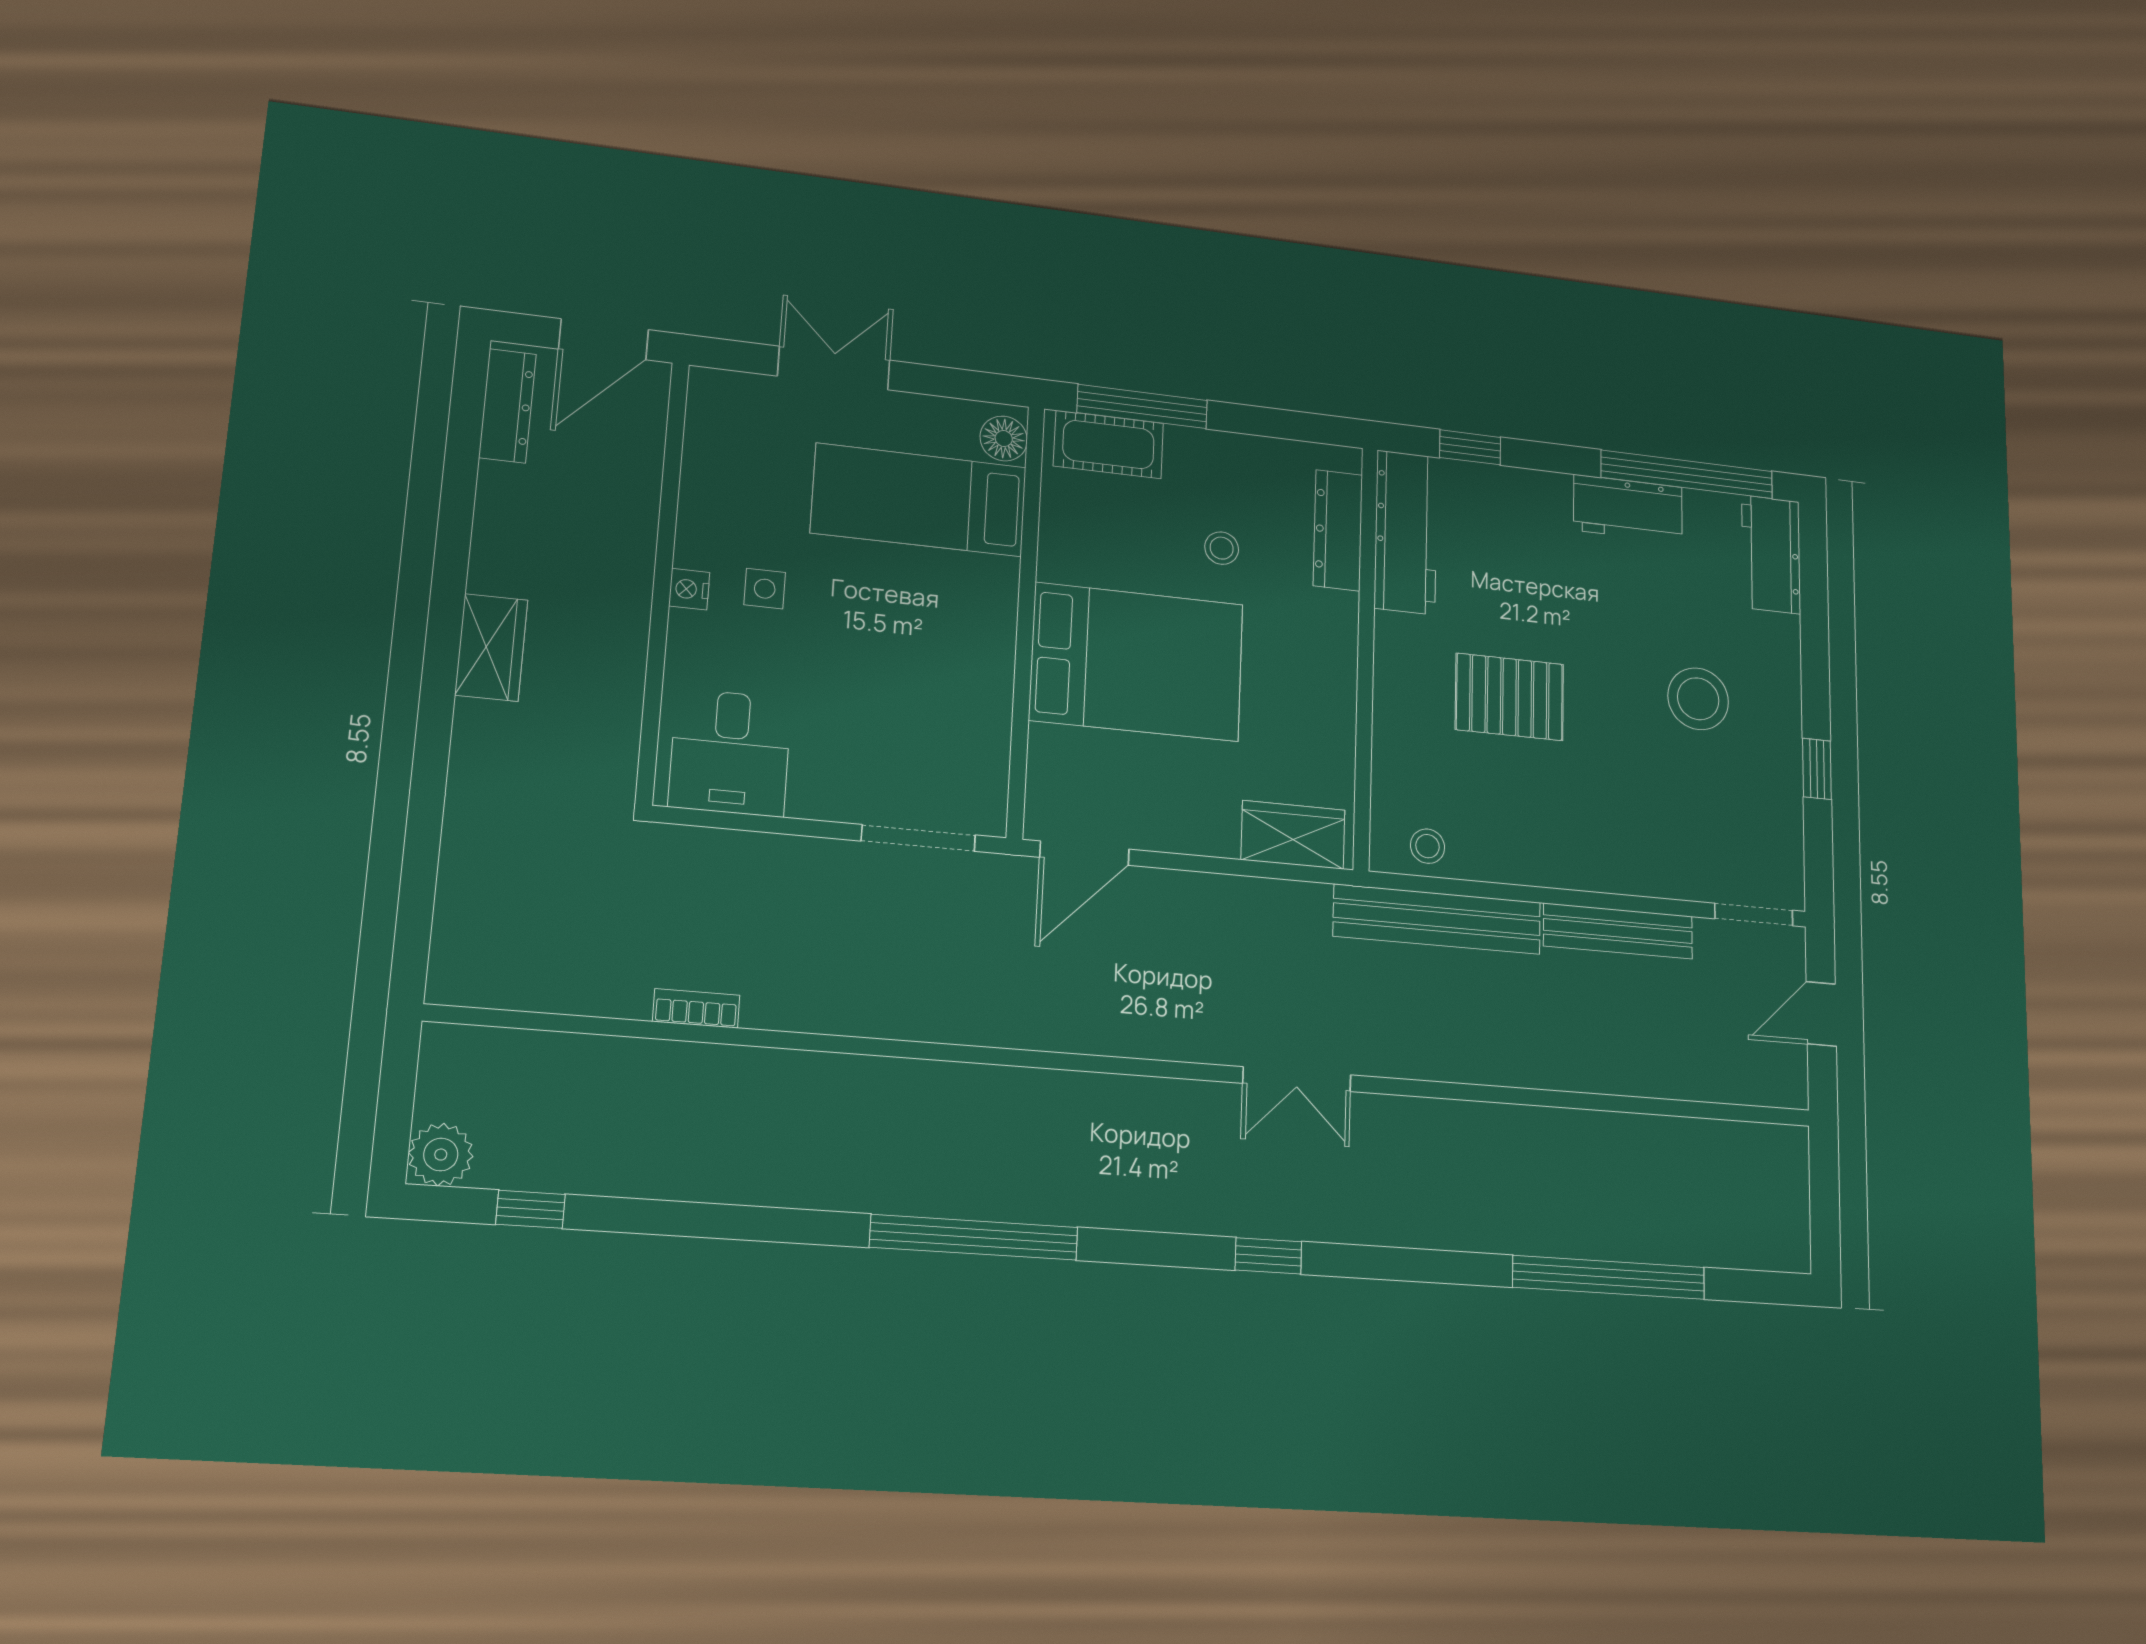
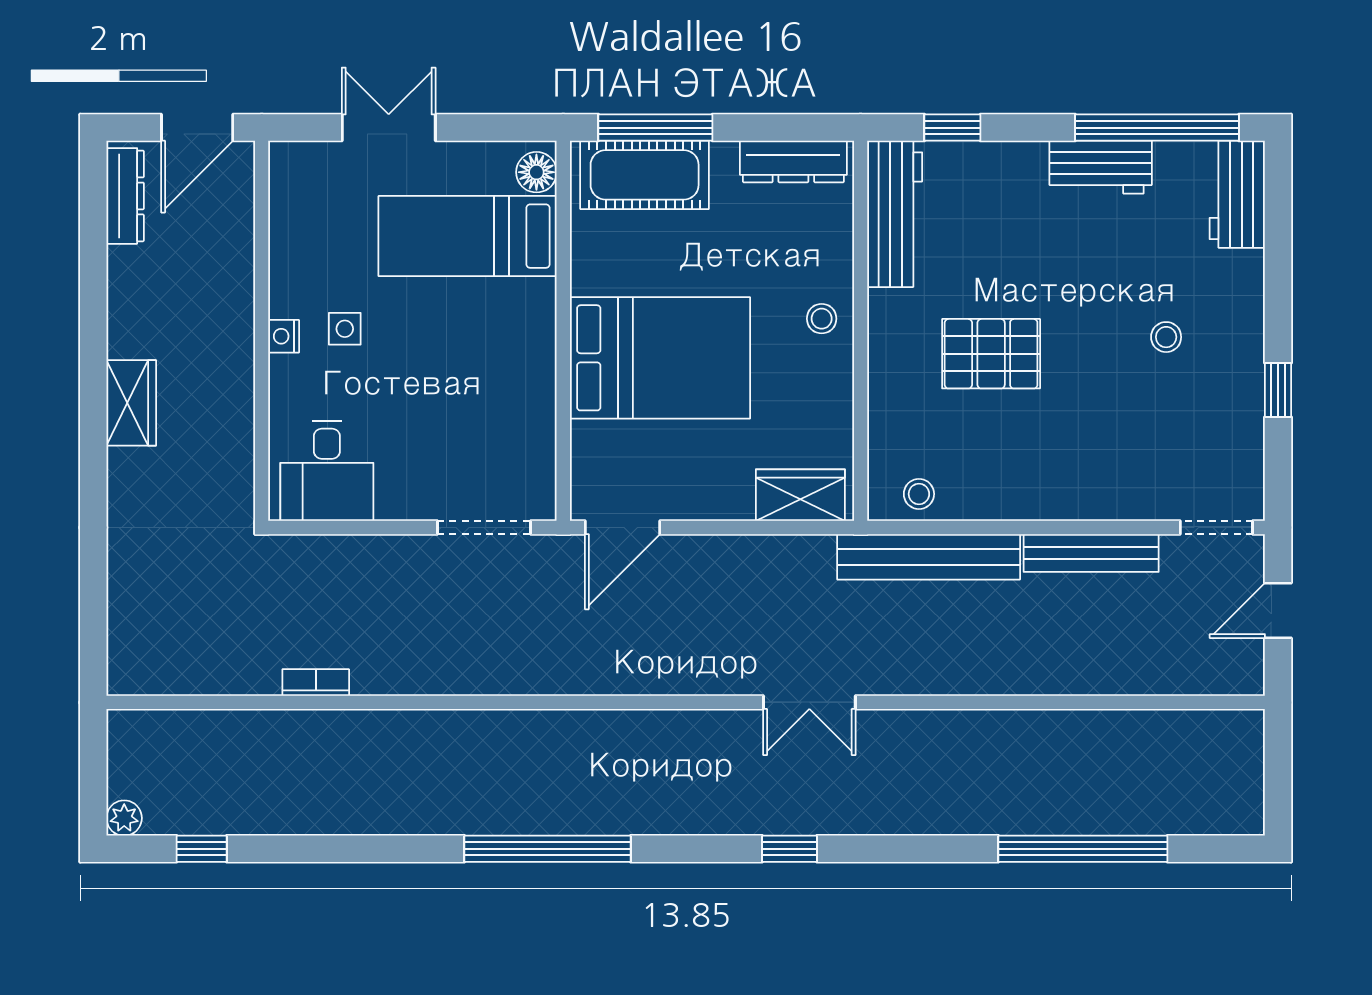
cot: (1108, 445) -> (645, 175), width x1.37, depth x1.34
dresser: (1338, 530) -> (793, 162), moved, turned -90
stool: (1222, 548) -> (822, 319), moved
stool: (1698, 699) -> (1166, 337), width x0.53, depth x0.53
plant: (441, 1155) -> (124, 818), width x0.73, depth x0.73

